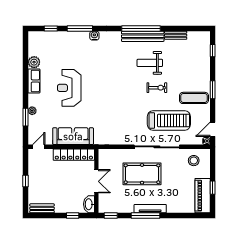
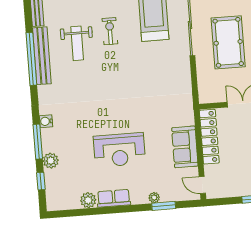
plant: (65, 37) -> (51, 161), added
sofa: (73, 136) -> (185, 147), width x0.73

